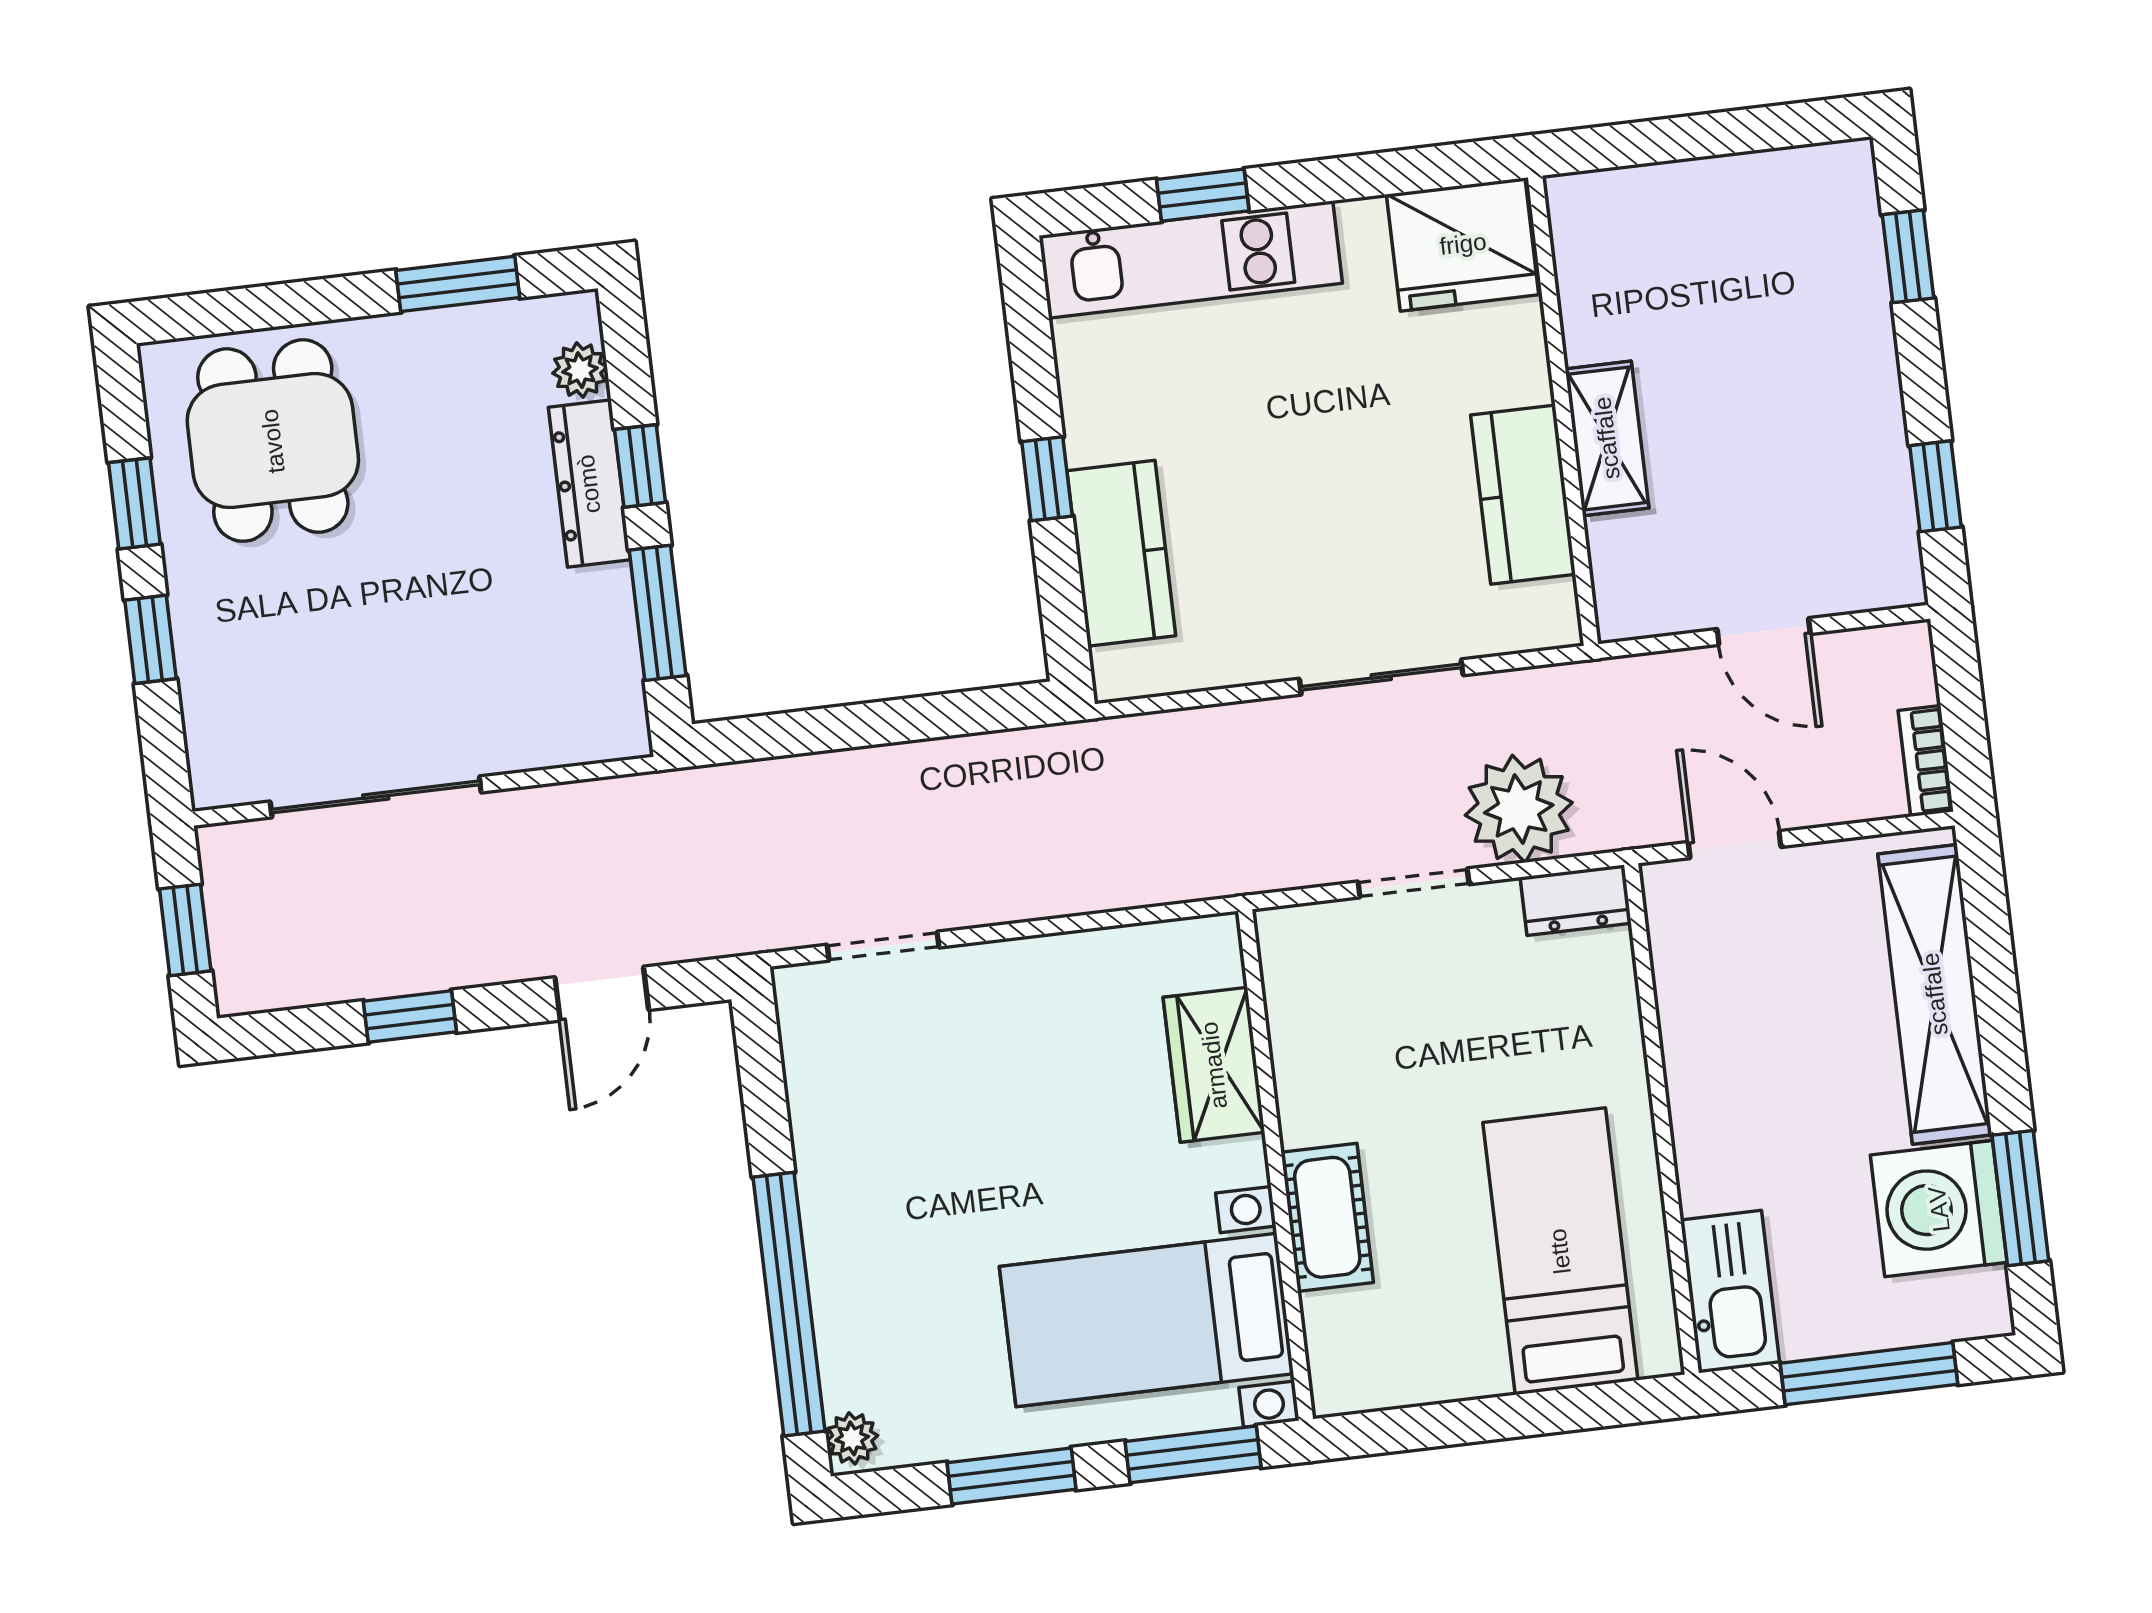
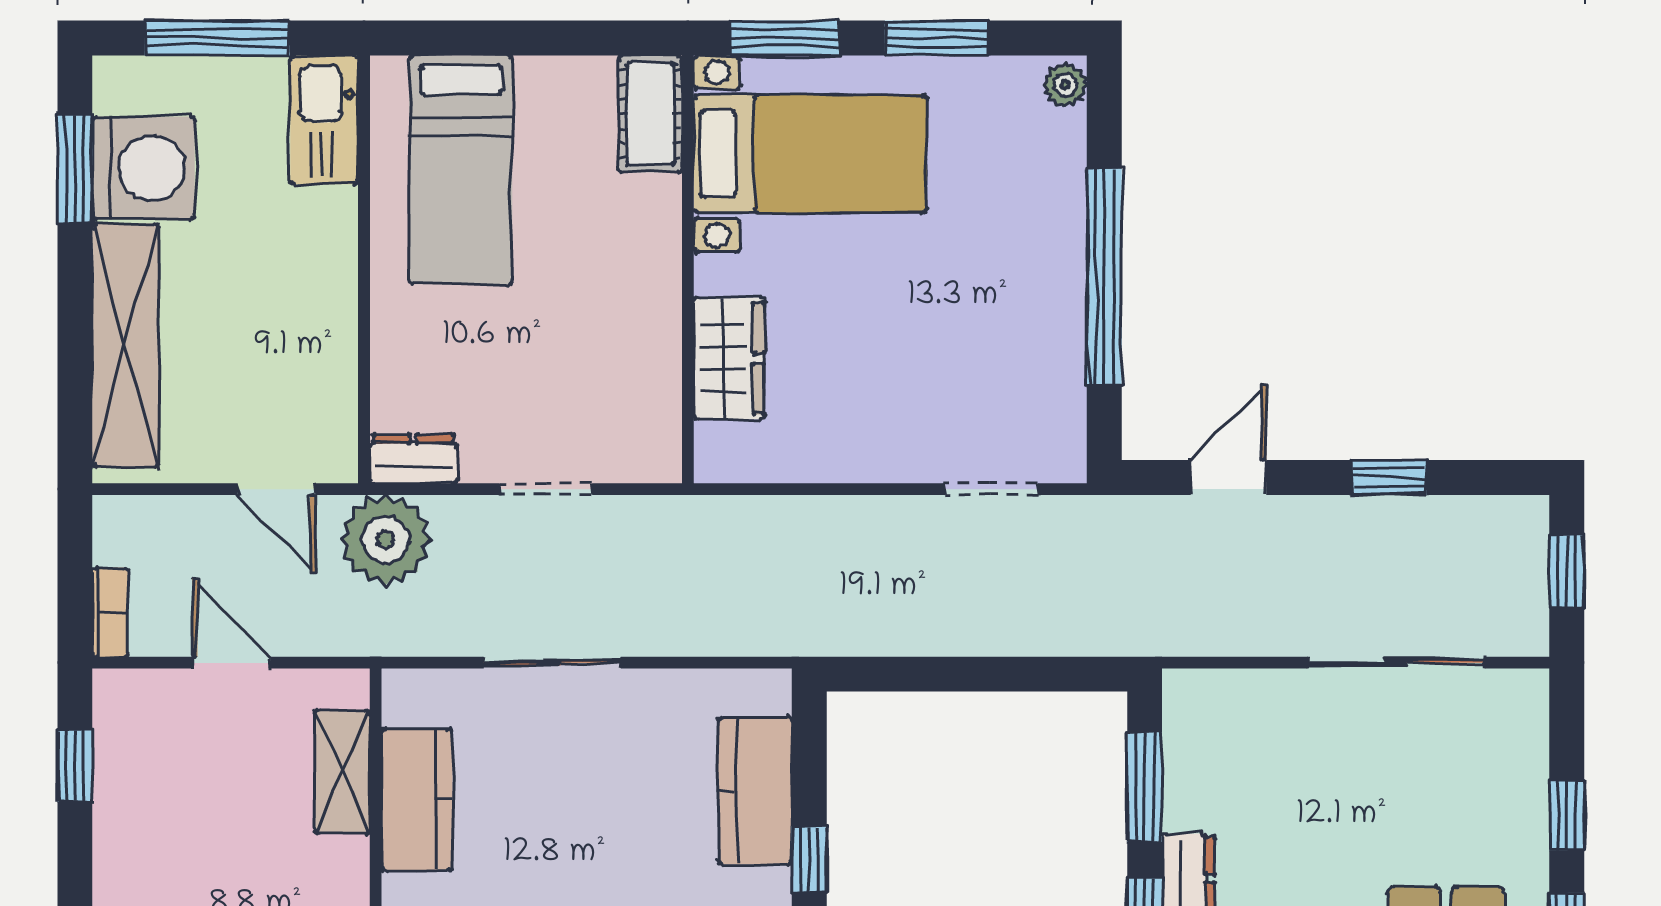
shelving: (1607, 438) -> (342, 772), moved
bookcase: (1926, 761) -> (110, 612), moved
plant: (1519, 809) -> (386, 540), moved
cot: (1327, 1217) -> (650, 114), moved
window: (789, 1304) -> (1104, 277), moved

